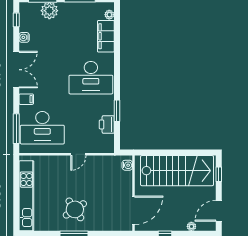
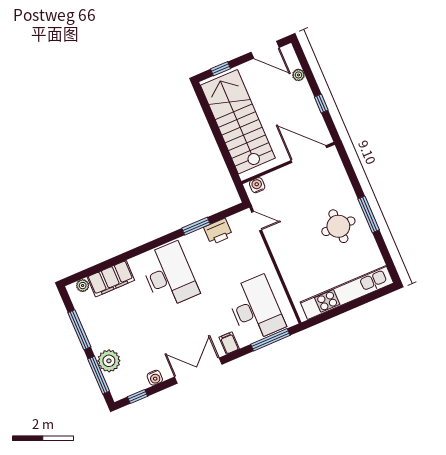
door: (78, 154) -> (257, 221), moved
round table: (75, 209) -> (338, 226), turned 34

